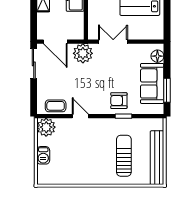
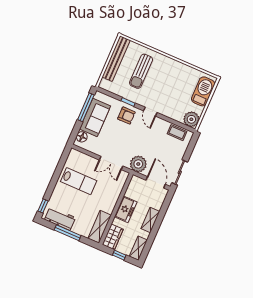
window: (167, 90) -> (86, 107), width x1.44
door: (80, 116) -> (150, 112), moved
barbecue: (43, 155) -> (203, 91), width x1.88, depth x1.53

